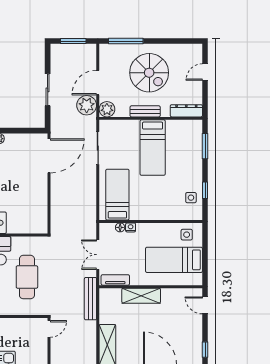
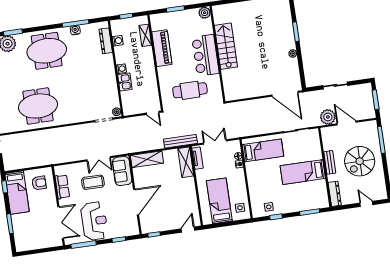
plant: (107, 109) -> (327, 133), removed
shelving: (141, 296) -> (186, 162), moved

